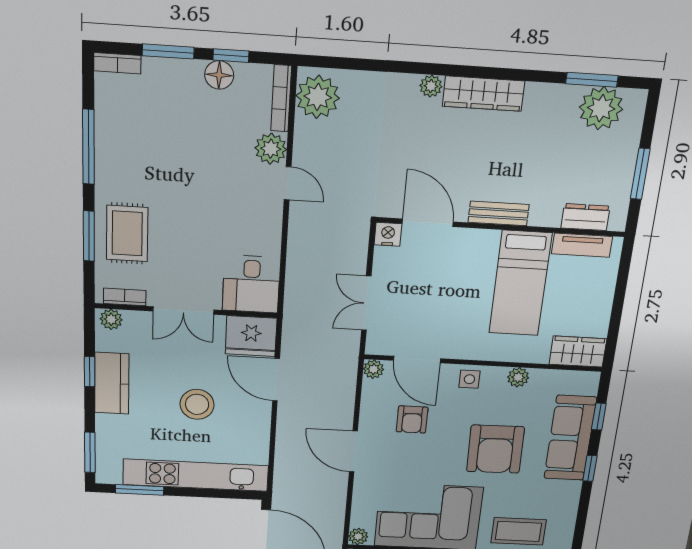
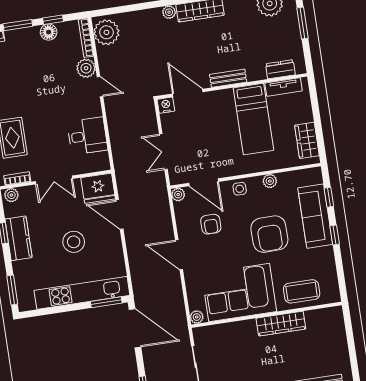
window: (640, 174) -> (303, 23), moved
desk: (251, 284) -> (87, 136), moved, turned -90
wardrobe: (578, 352) -> (307, 140), moved, turned -90
window: (140, 490) -> (106, 302), moved

